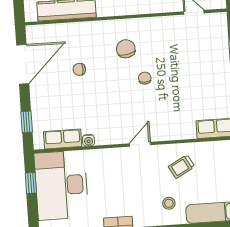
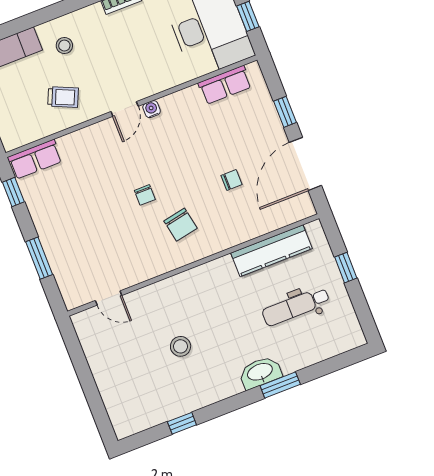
window: (27, 122) -> (285, 112), moved
water cooler: (89, 140) -> (152, 109), moved
trolley: (181, 167) -> (63, 97), turned 53

